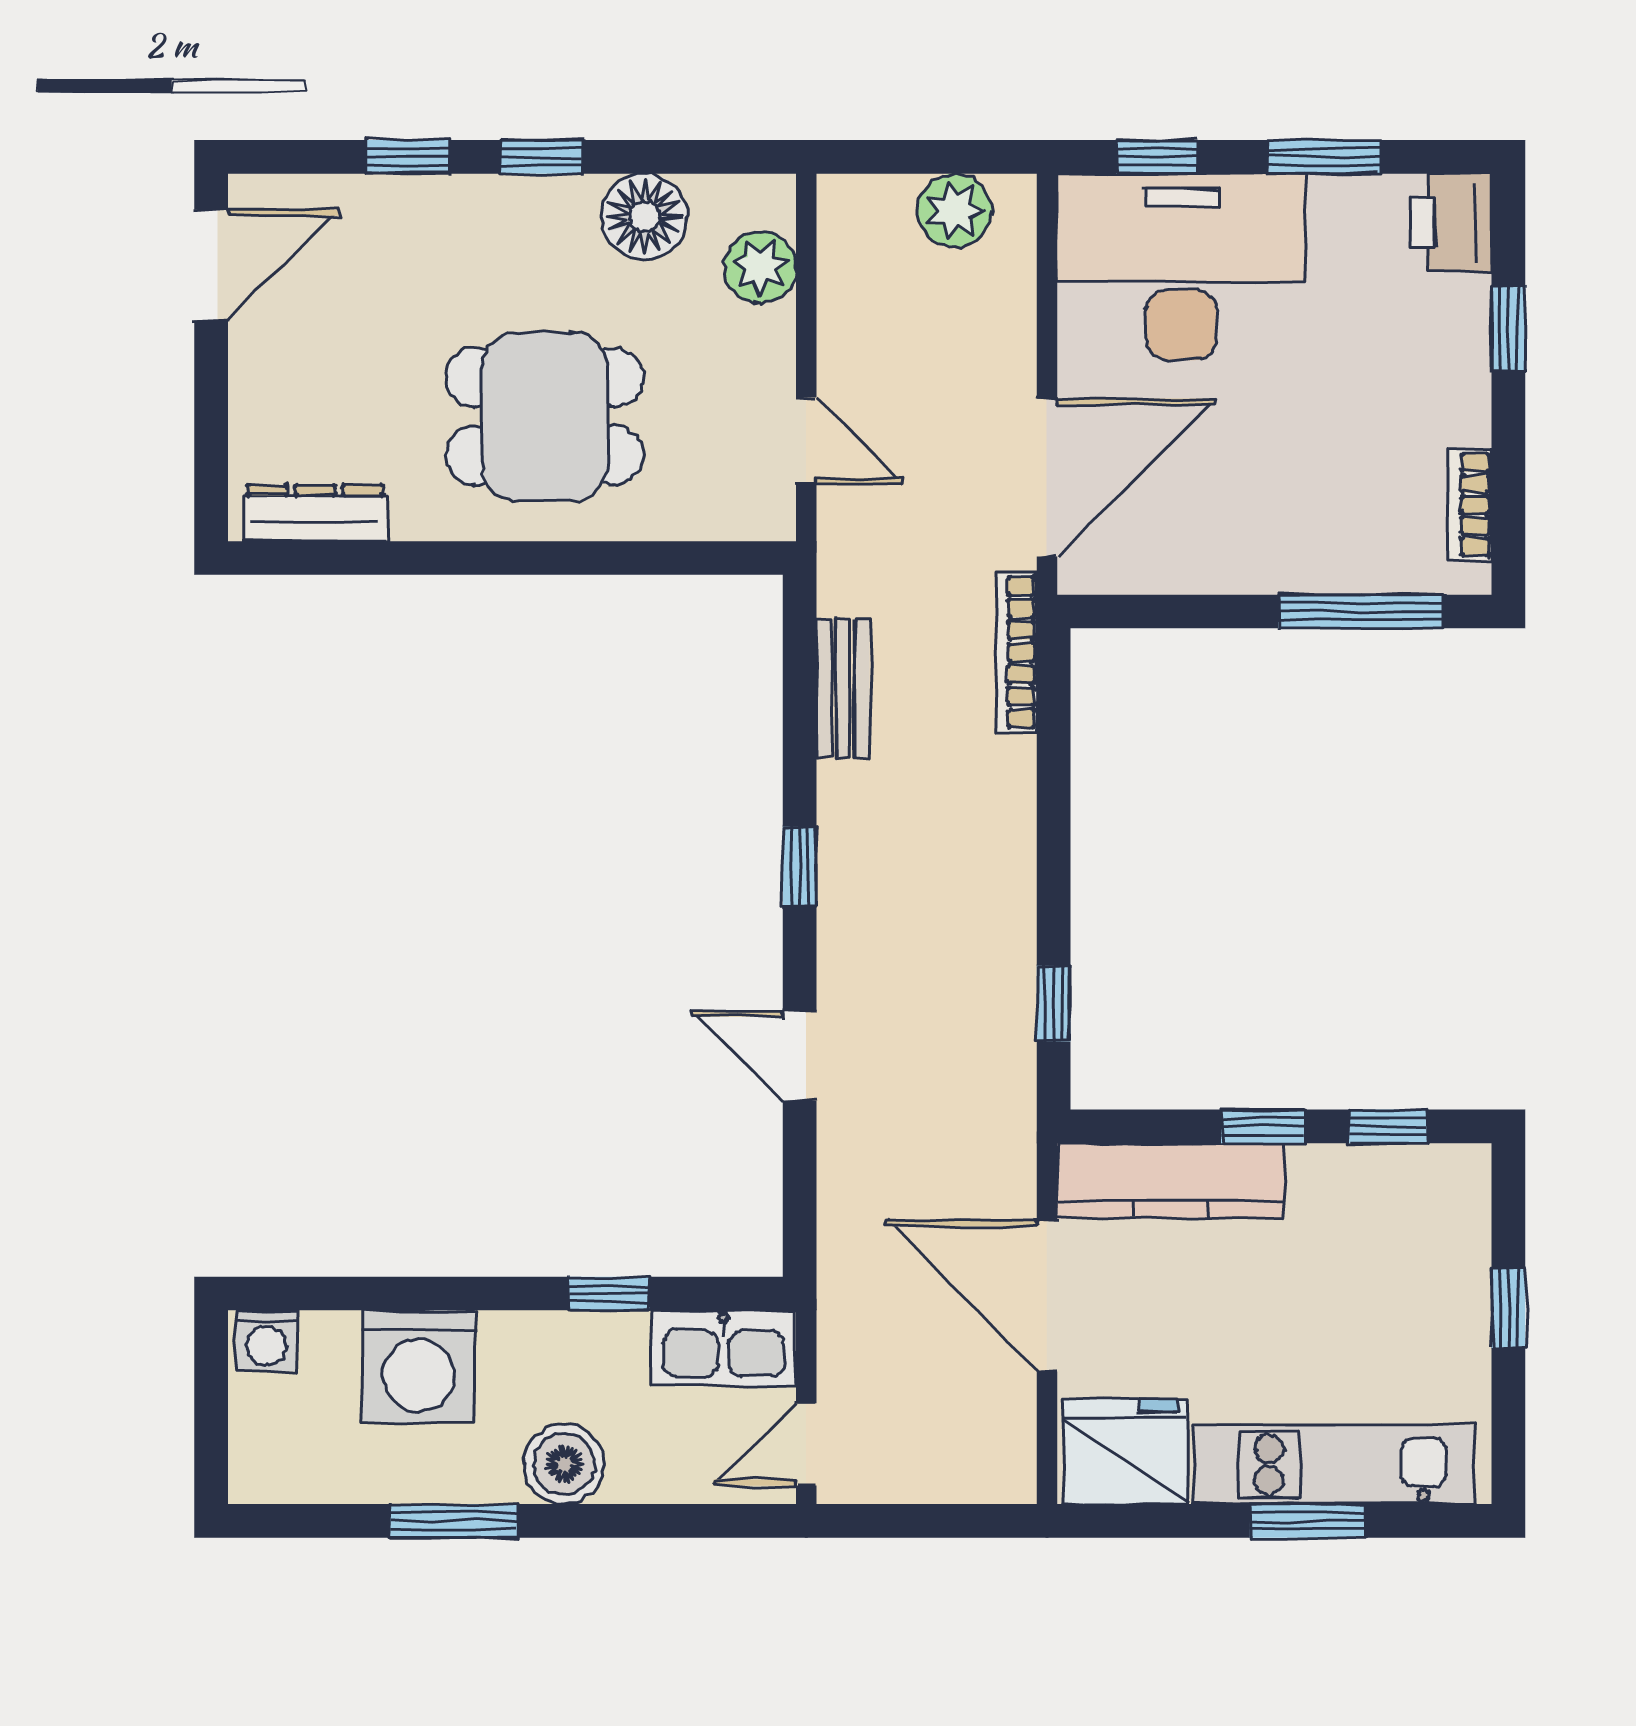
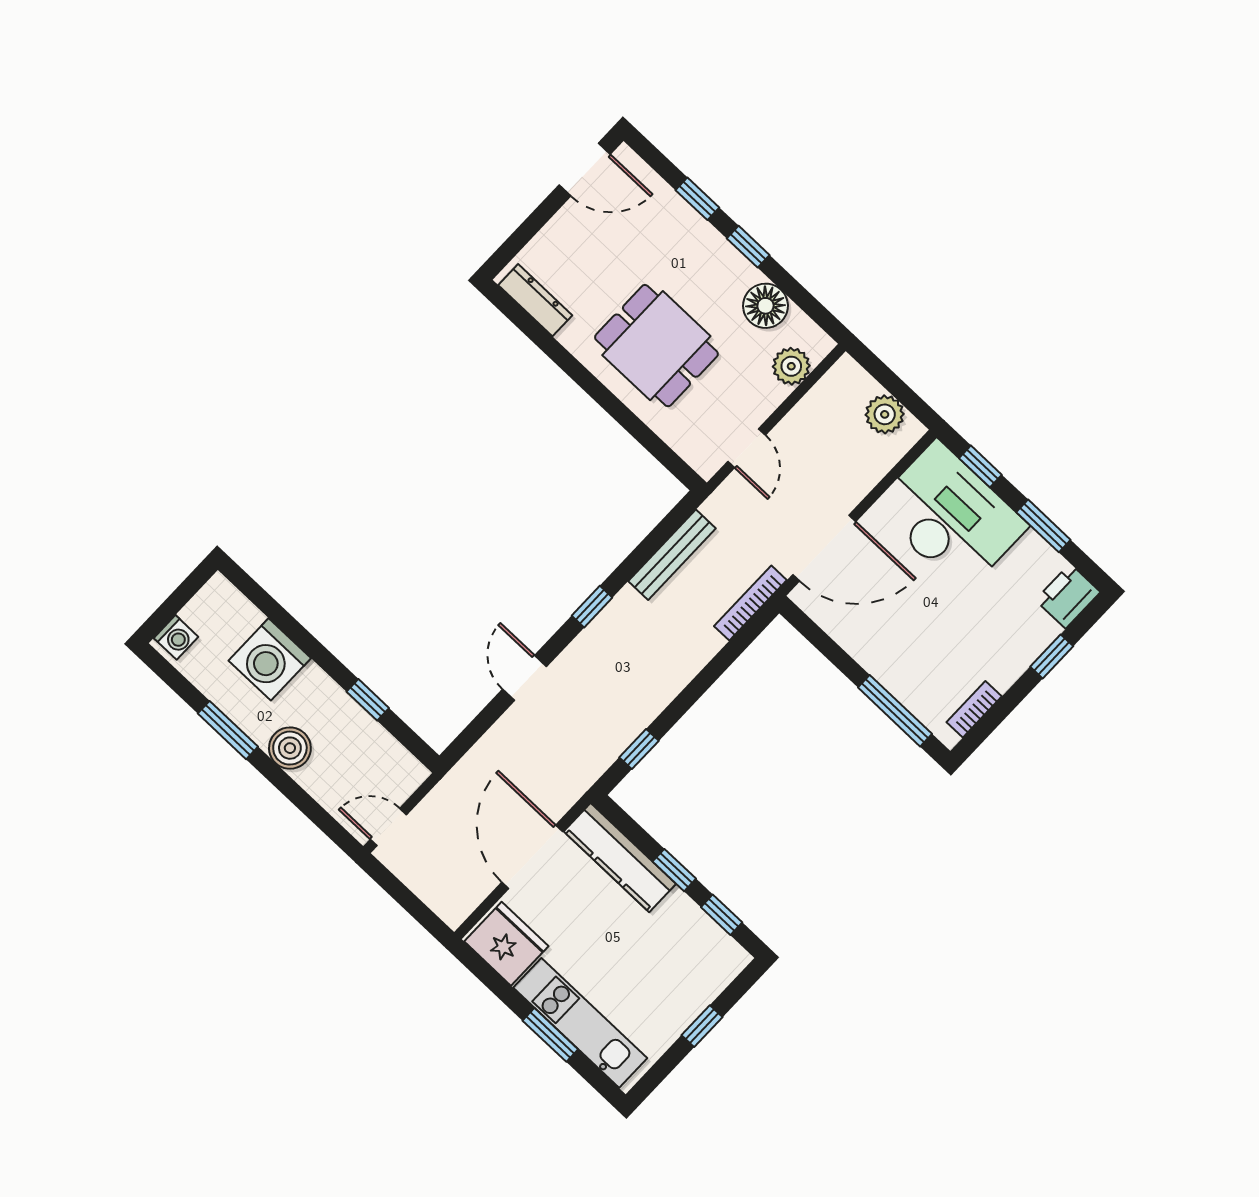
bench: (843, 688) -> (672, 555), width x1.36
washing machine: (267, 1341) -> (176, 637), moved, turned -90
kitchen sink: (724, 1348) -> (391, 761), removed

